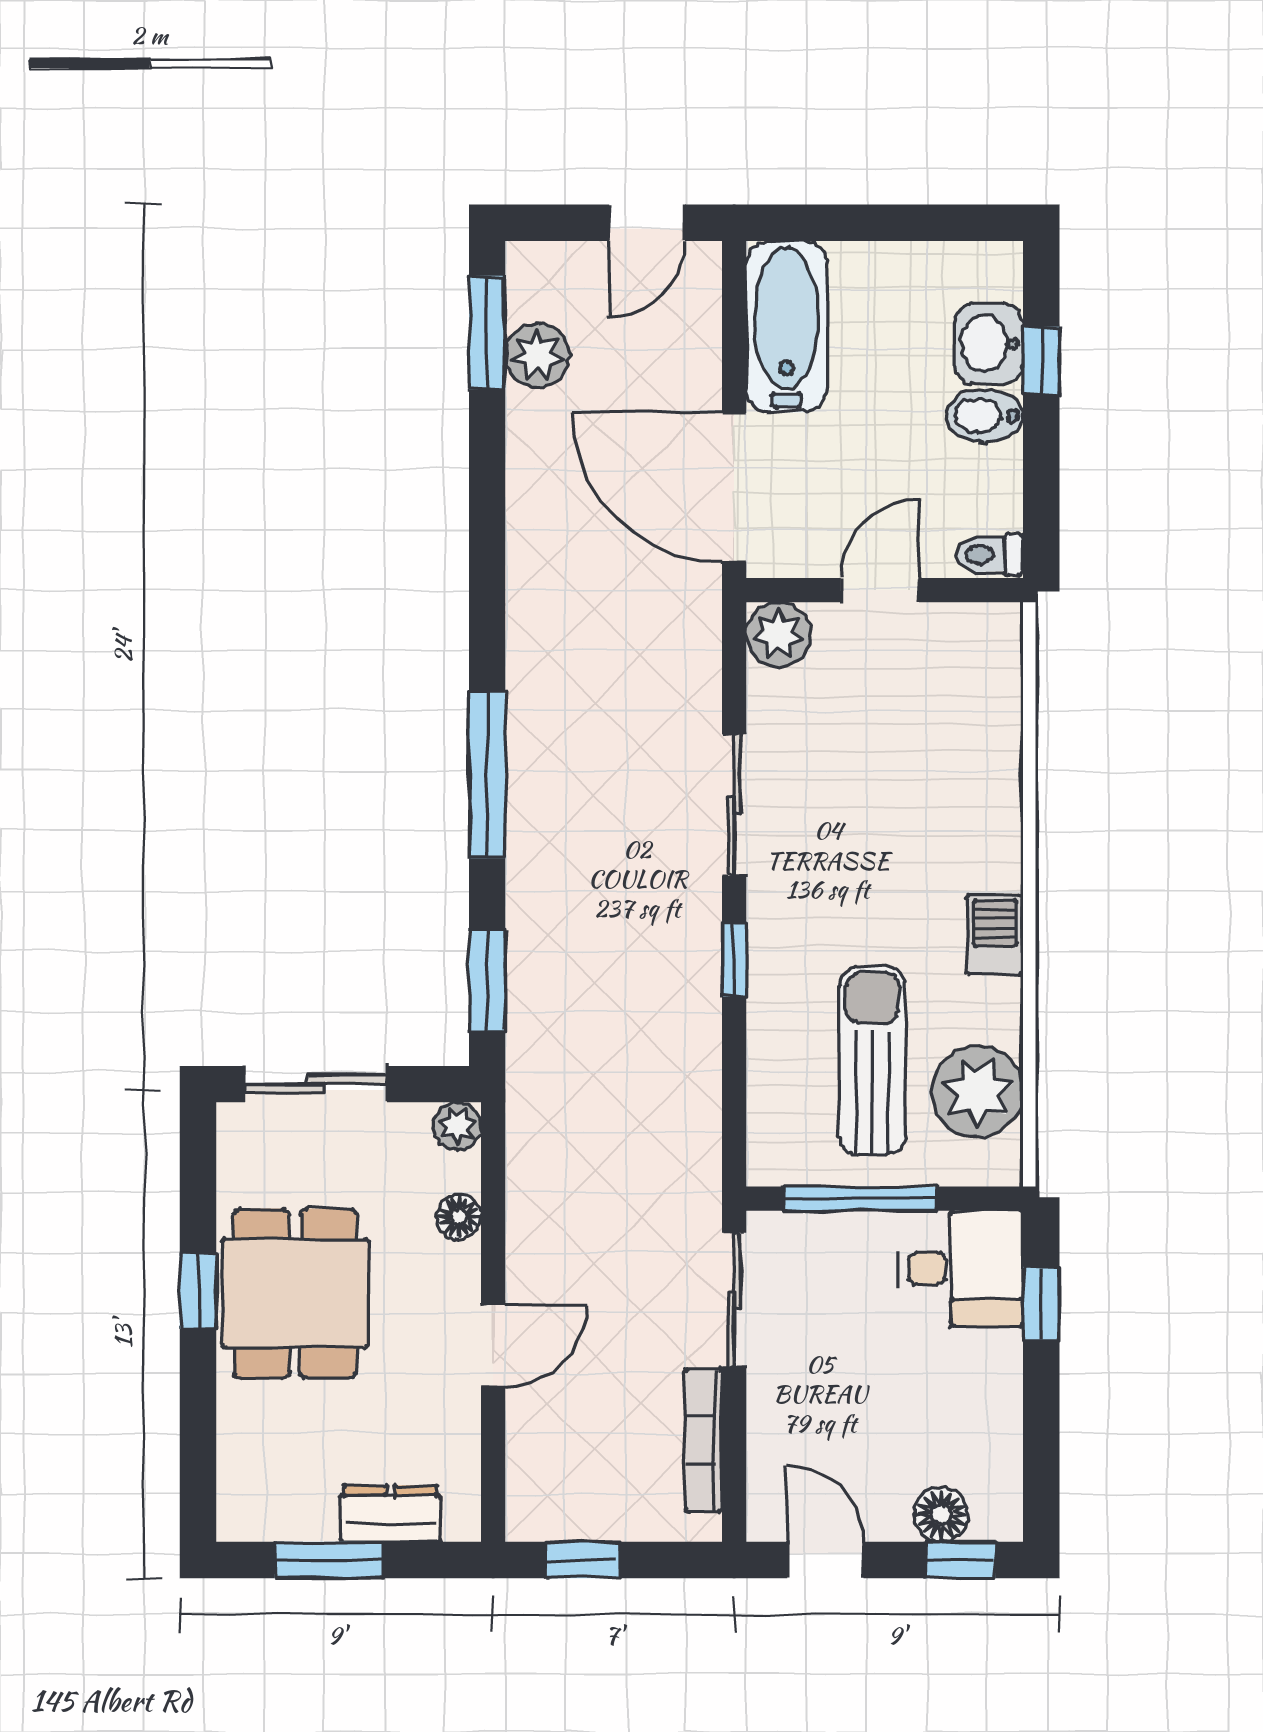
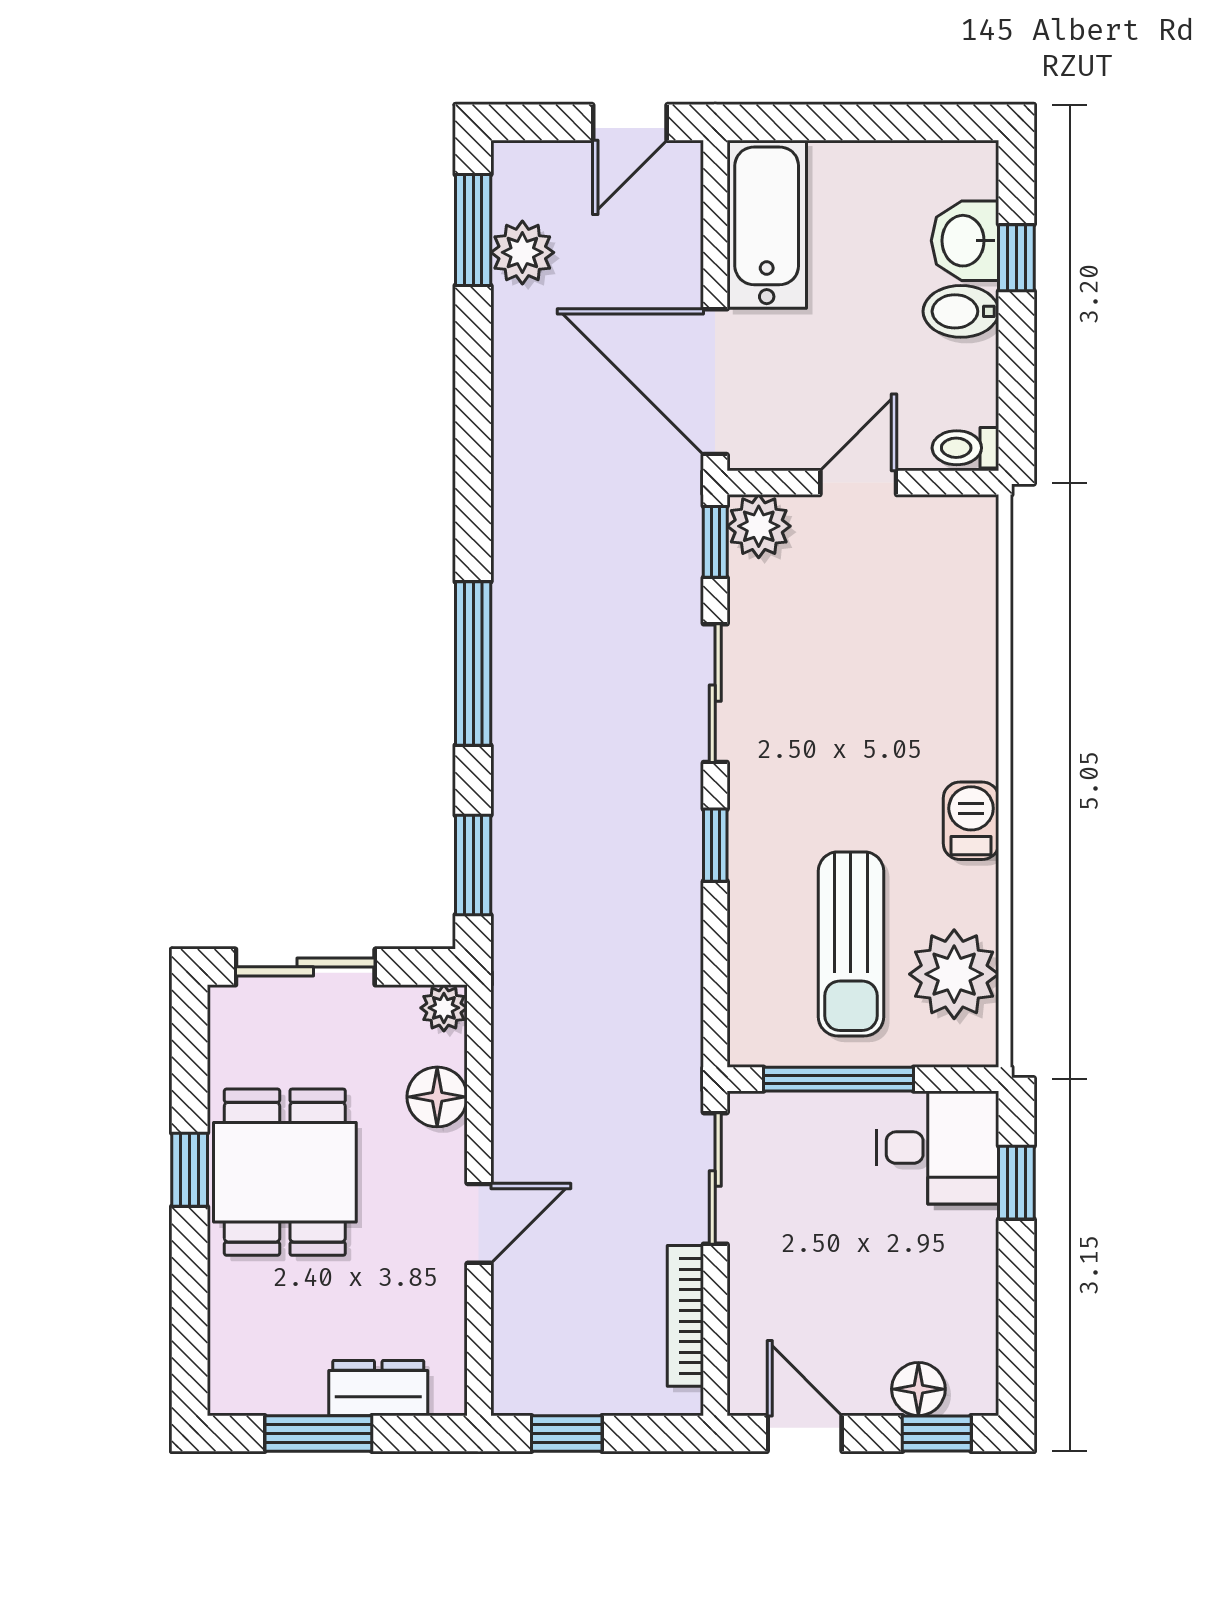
window: (734, 651) -> (715, 542), added
sun lounger: (873, 1061) -> (851, 944), turned 180
floor lamp: (459, 1217) -> (437, 1097), width x1.37, depth x1.37

